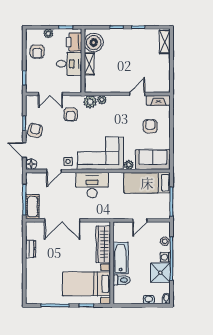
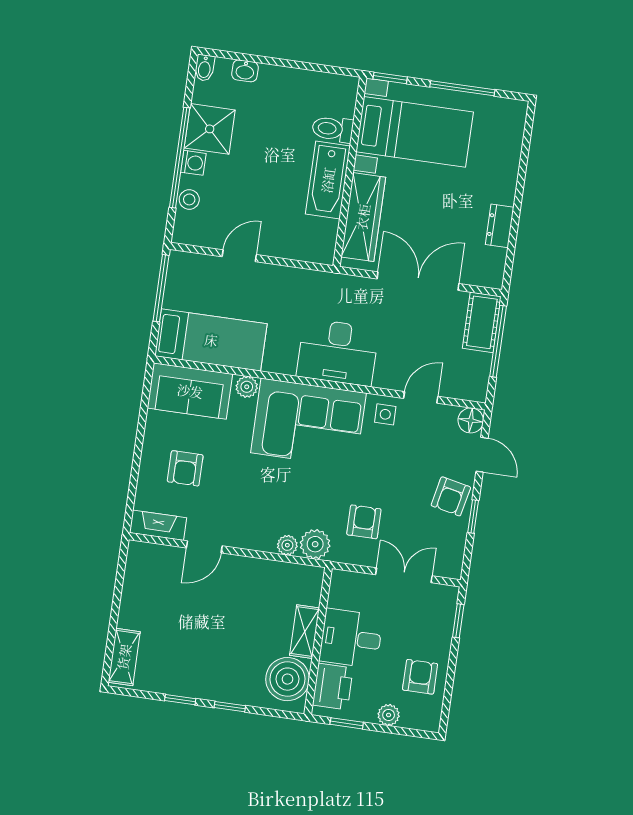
wardrobe: (103, 244) -> (363, 217), moved
bathtub: (121, 258) -> (328, 180), moved
wall: (112, 263) -> (350, 172), moved
toilet: (122, 280) -> (333, 129), moved
bed with nightstands: (86, 284) -> (415, 132), moved

